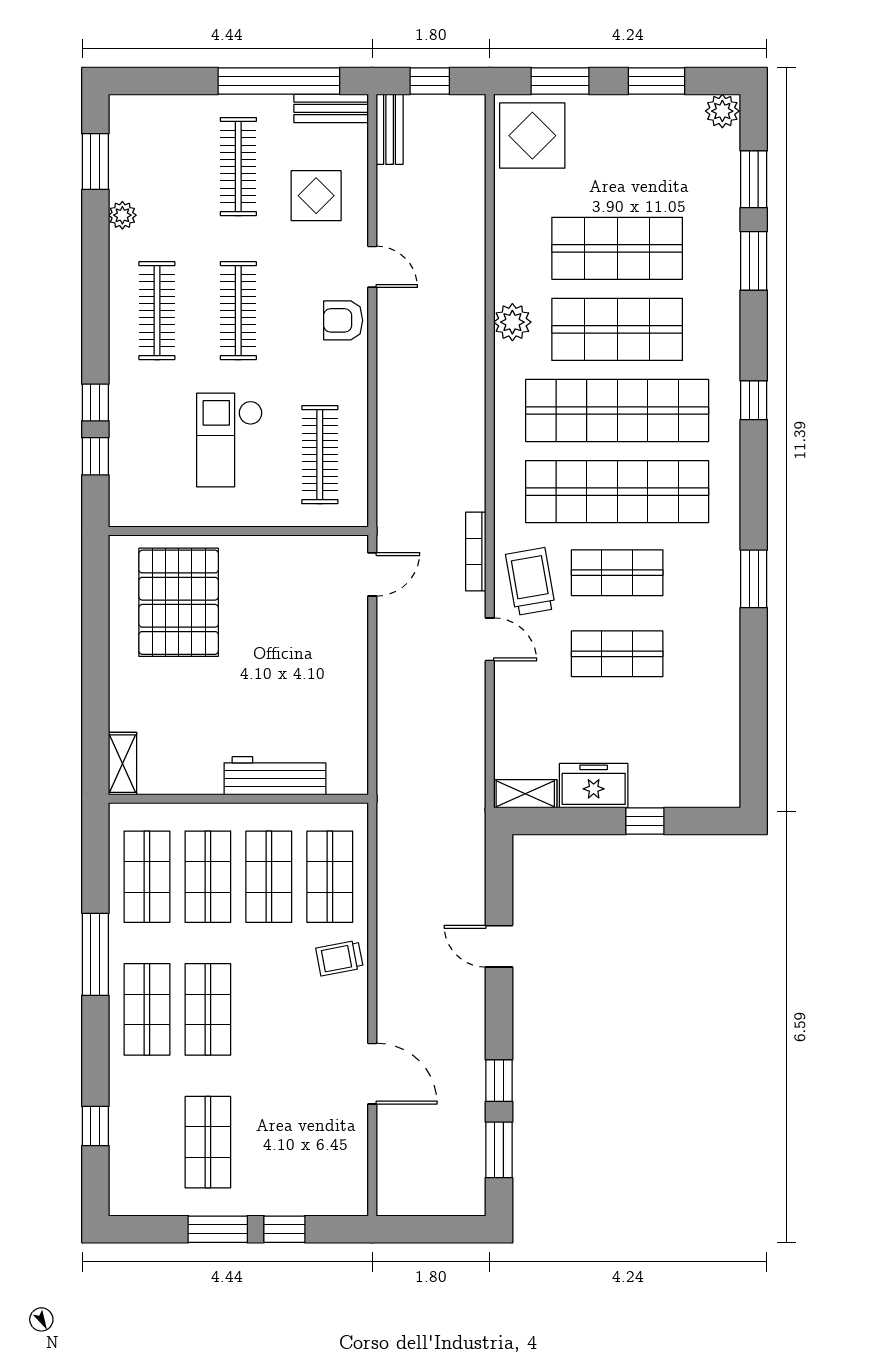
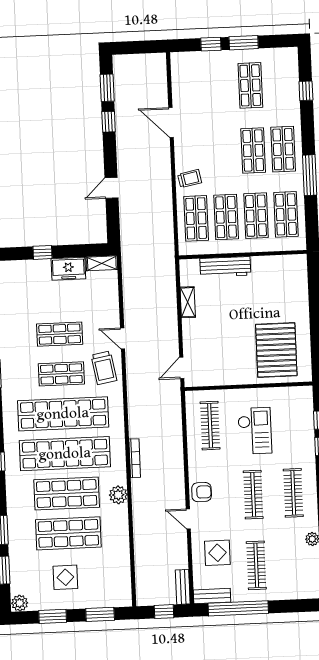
display table: (532, 136) -> (65, 577), moved, width x0.73, depth x0.73
bookcase: (476, 551) -> (135, 458), moved
shelving: (122, 764) -> (188, 302), moved
door: (499, 946) -> (111, 188), swing flipped

